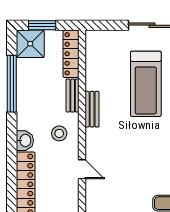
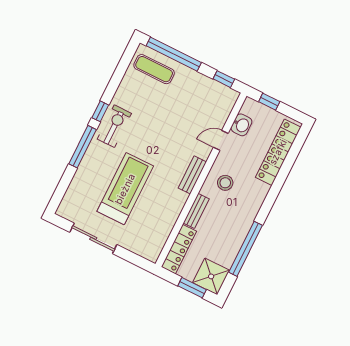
bench: (92, 109) -> (192, 175), moved
washbasin: (25, 141) -> (241, 125), moved, turned 180
door: (82, 169) -> (221, 140), hinge flipped

